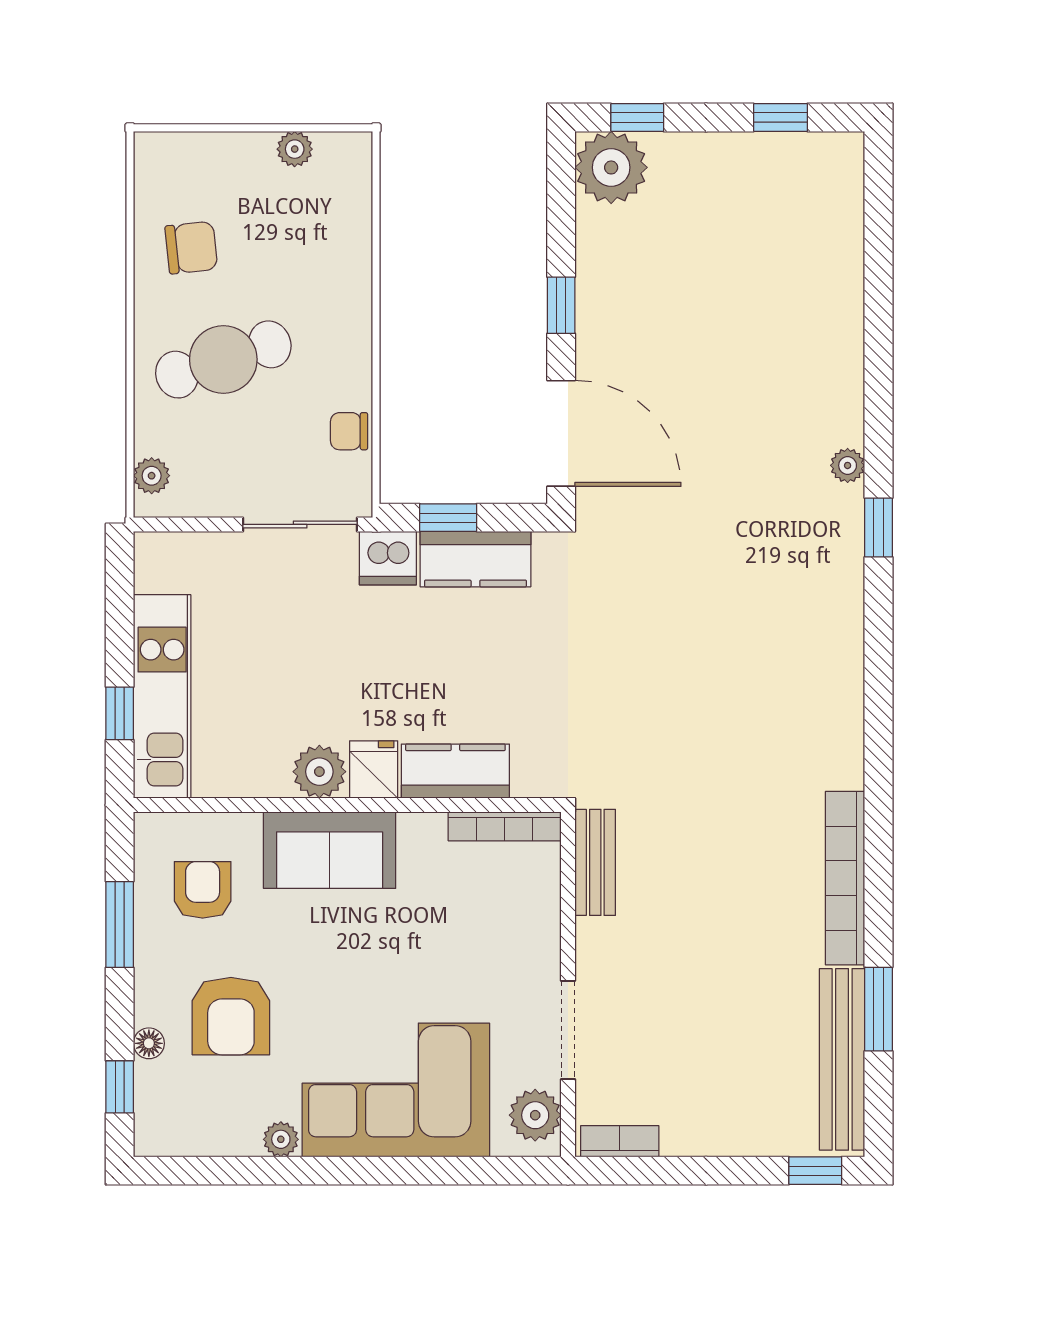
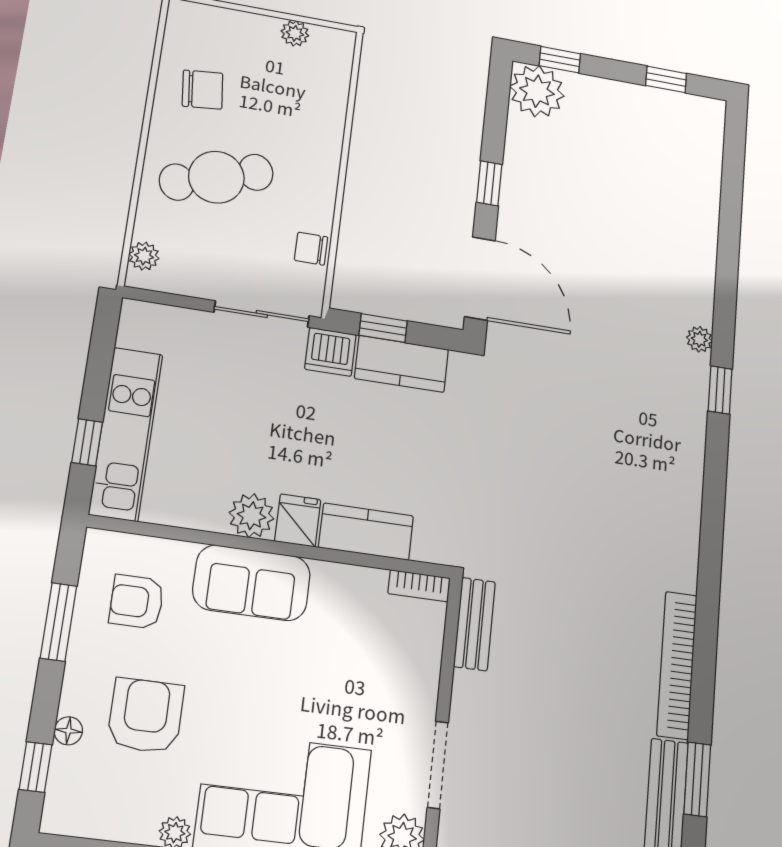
bookcase: (505, 826) -> (419, 586), width x0.64
armchair: (203, 890) -> (137, 602), turned -90
armchair: (231, 1016) -> (146, 716), turned 180

